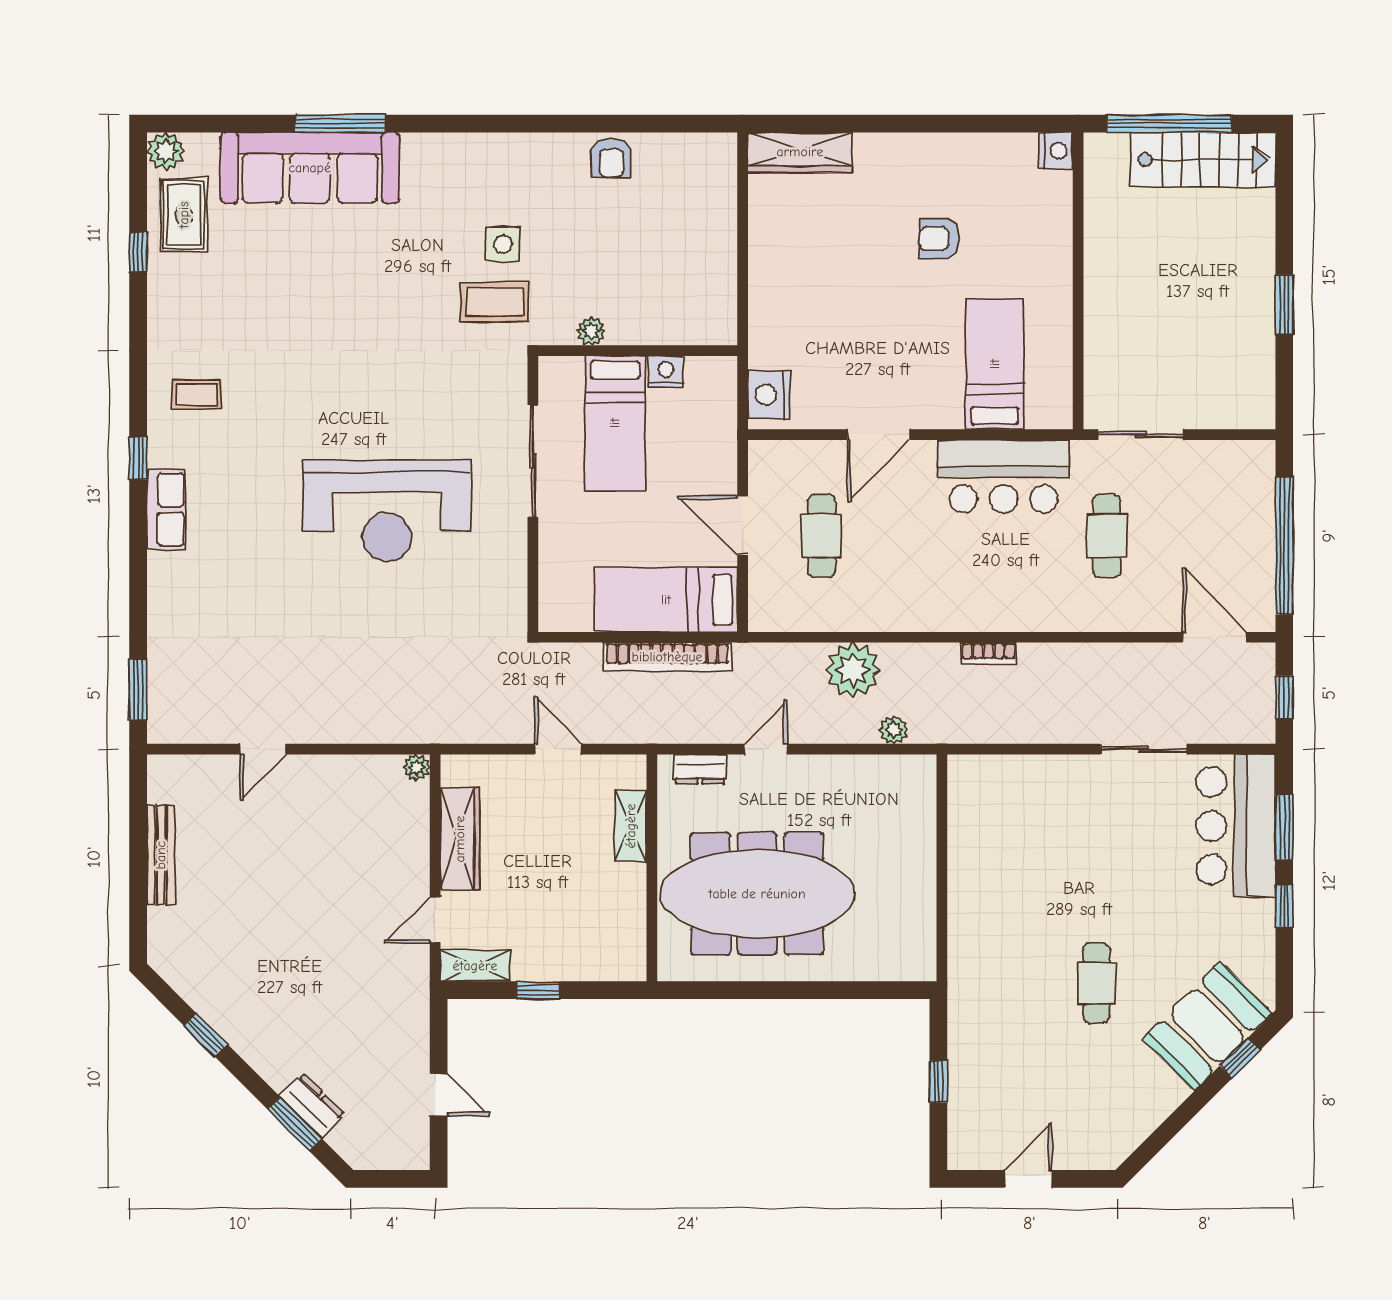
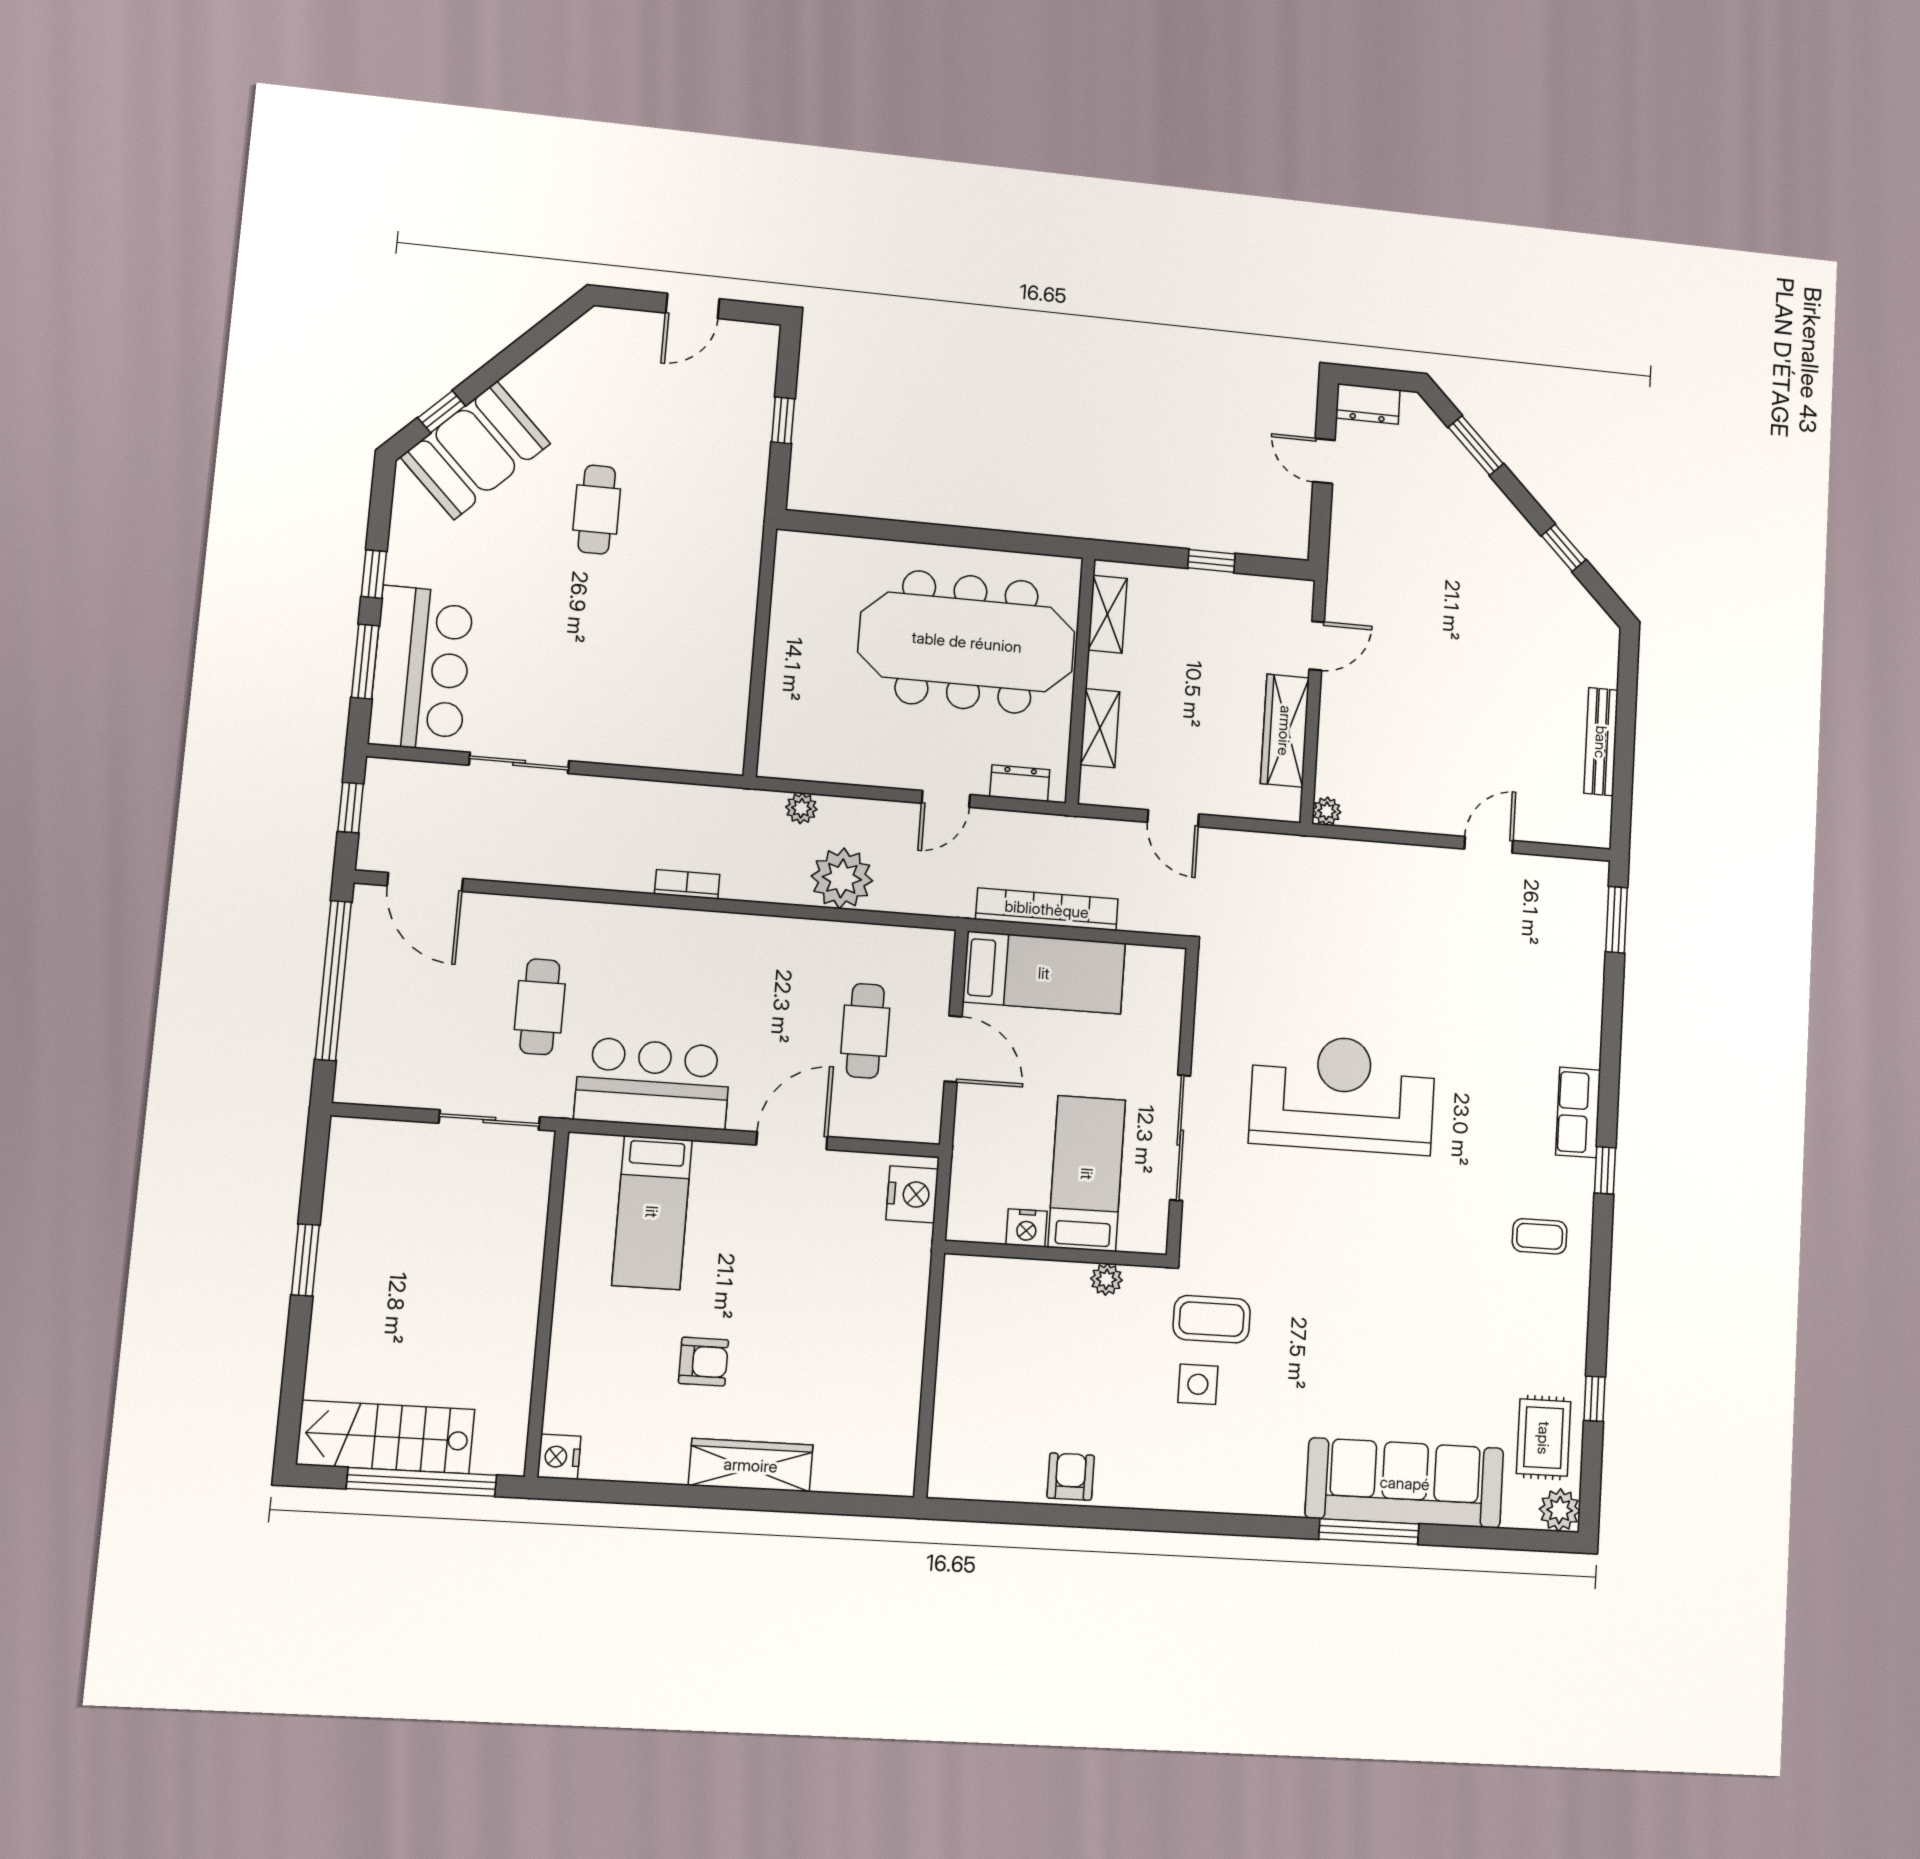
wardrobe: (800, 152) -> (751, 1465), moved
shelving: (475, 966) -> (1108, 614), moved, turned 90
dresser: (312, 1105) -> (1368, 404), moved, turned -45

